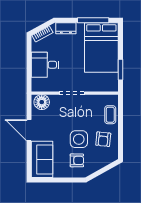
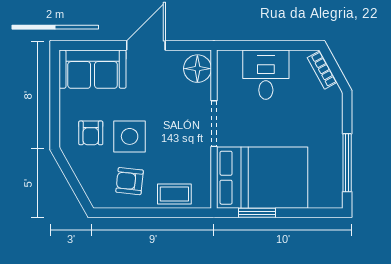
dresser: (66, 28) -> (333, 113), removed
bed: (101, 48) -> (262, 178), moved, turned 180

